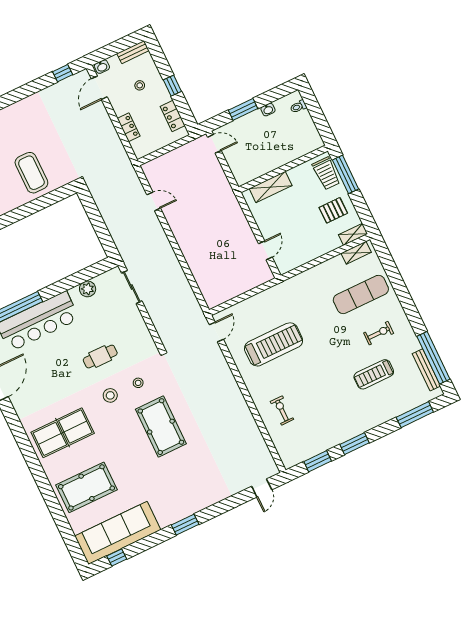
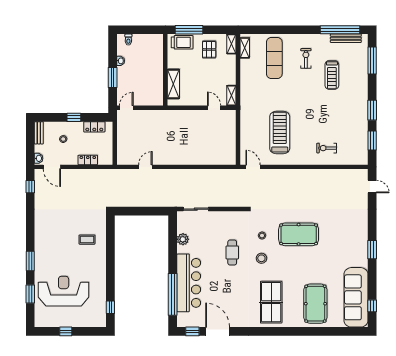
coffee table: (31, 173) -> (87, 240), width x0.54, depth x0.58
shelving: (290, 264) -> (231, 96), added

